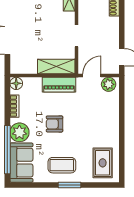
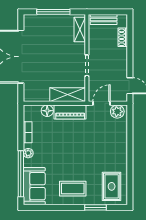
floor lamp: (16, 83) -> (47, 111), moved
armchair: (55, 124) -> (66, 149), removed
plant: (19, 132) -> (28, 153), width x0.53, depth x0.53
window: (70, 185) -> (95, 207), moved

